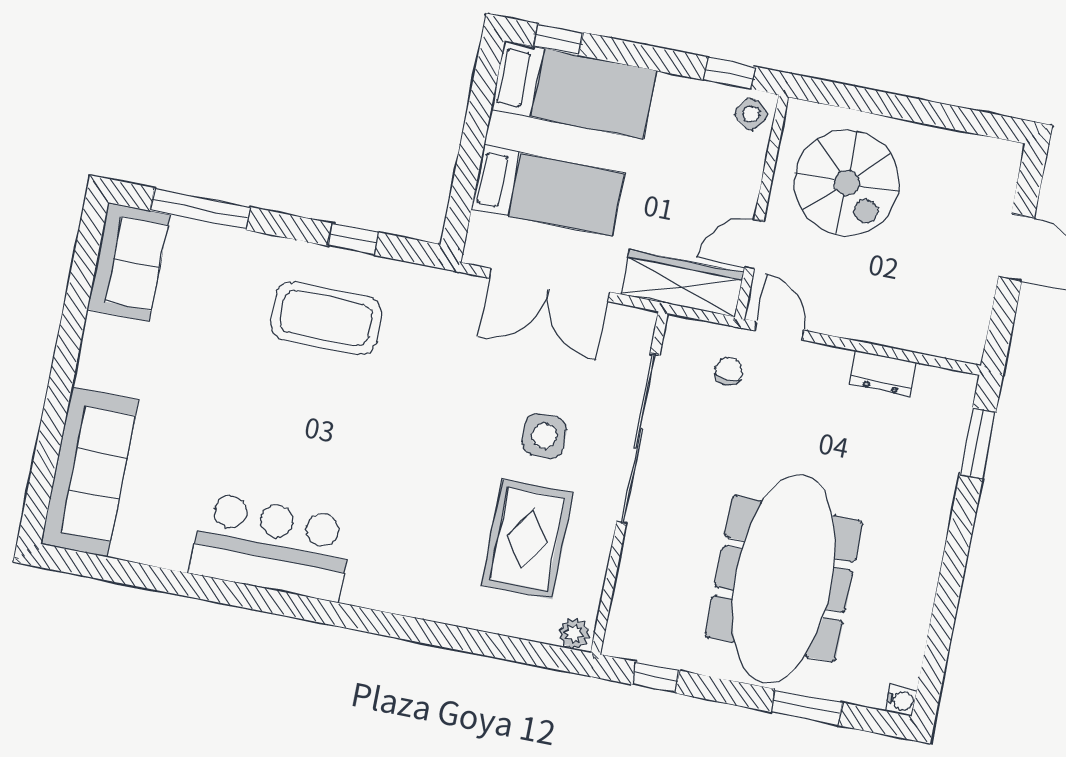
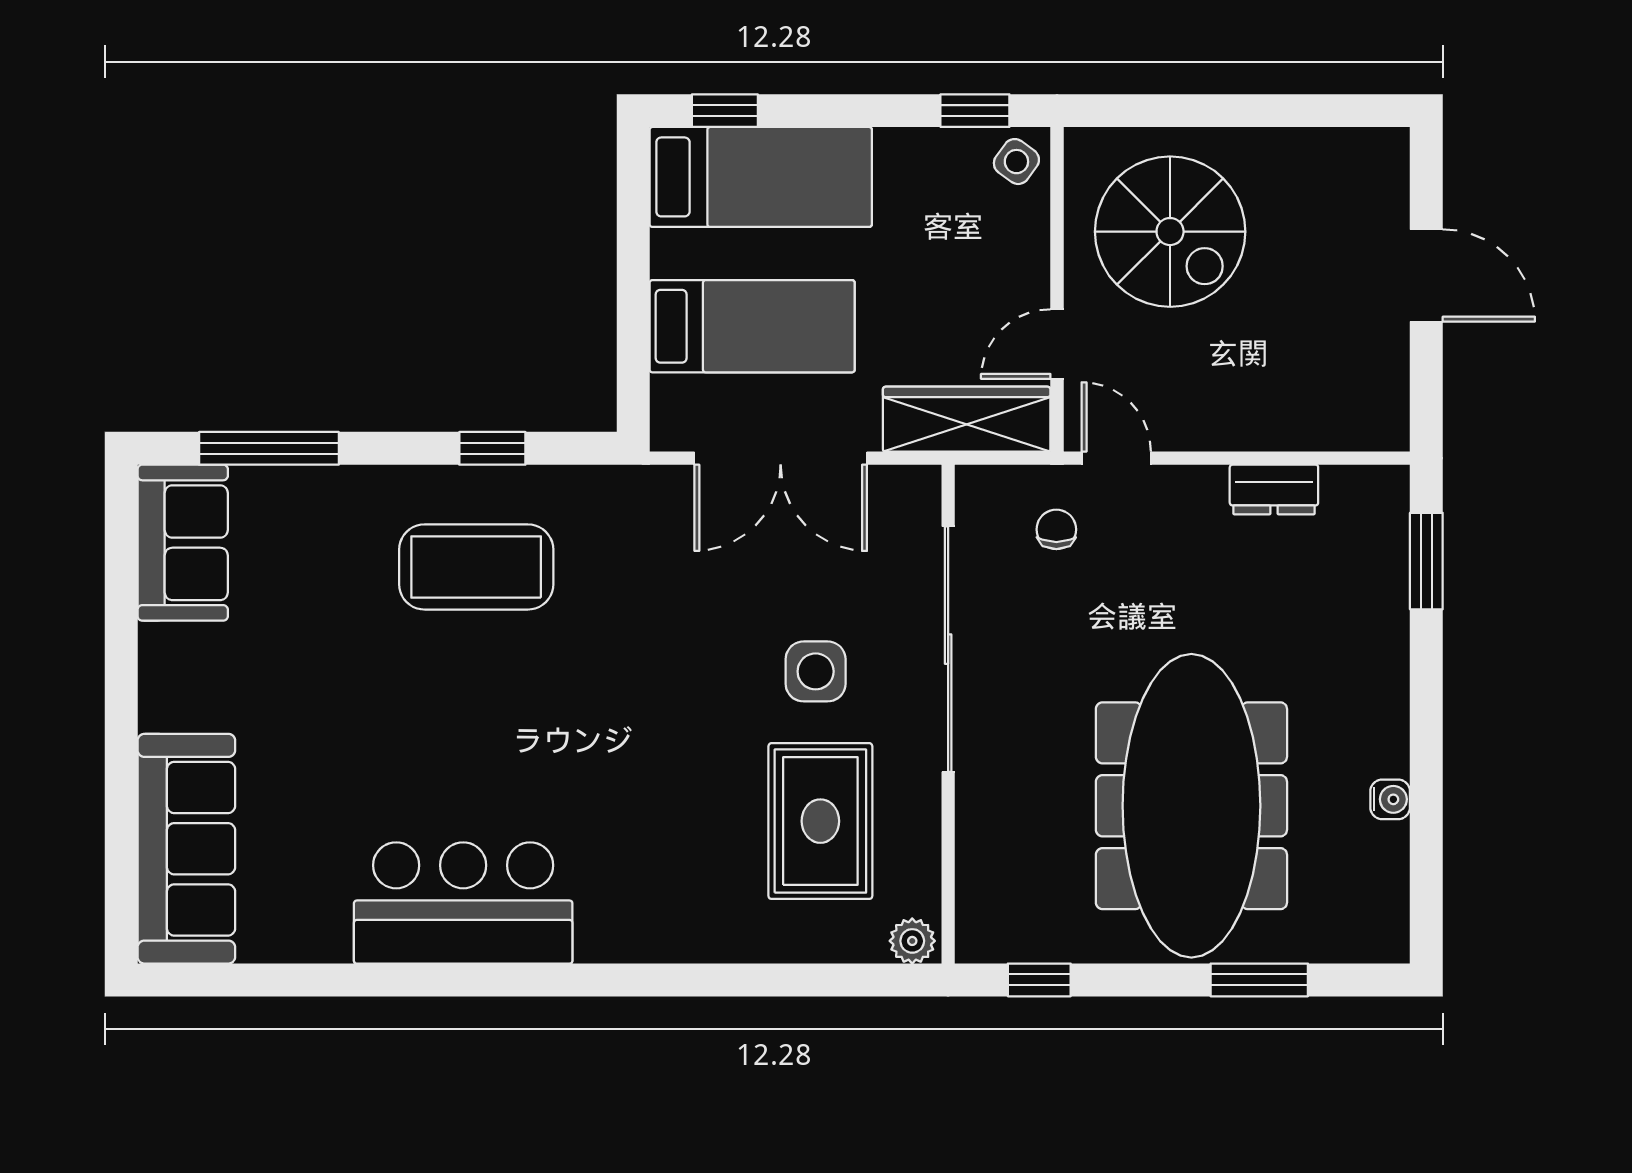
water cooler: (901, 700) -> (1390, 799), moved

